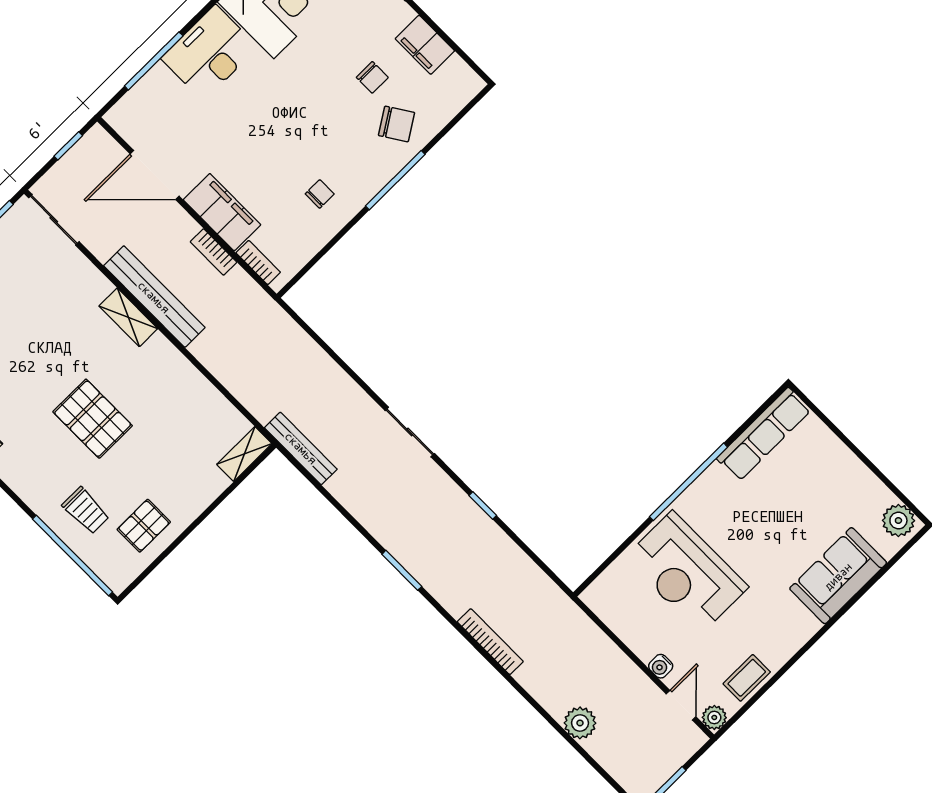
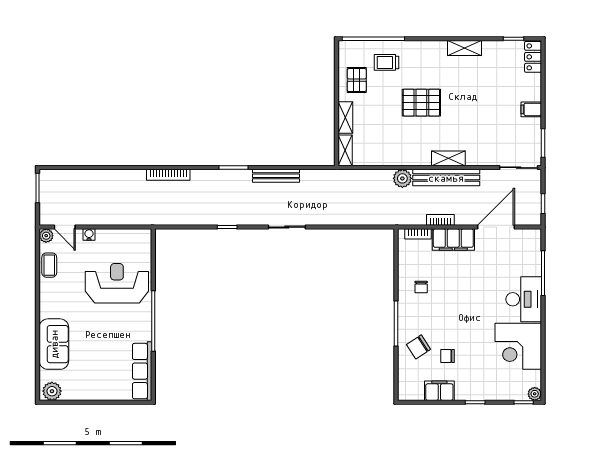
bench: (301, 448) -> (276, 176), moved
shelving: (204, 494) -> (345, 118), added
plant: (580, 723) -> (402, 178), moved

